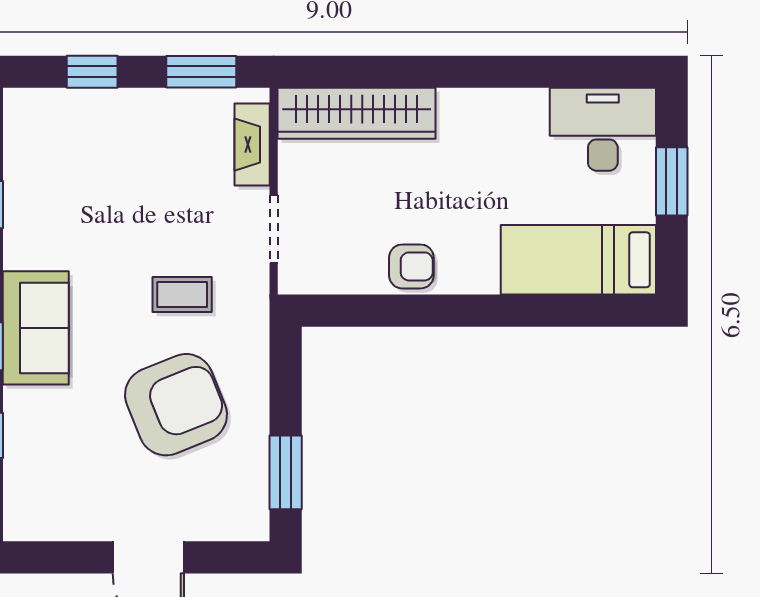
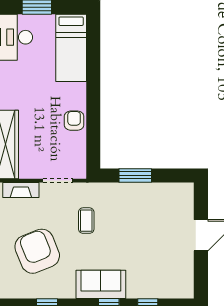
armchair: (176, 405) -> (37, 251), moved
window: (286, 472) -> (135, 175), moved

